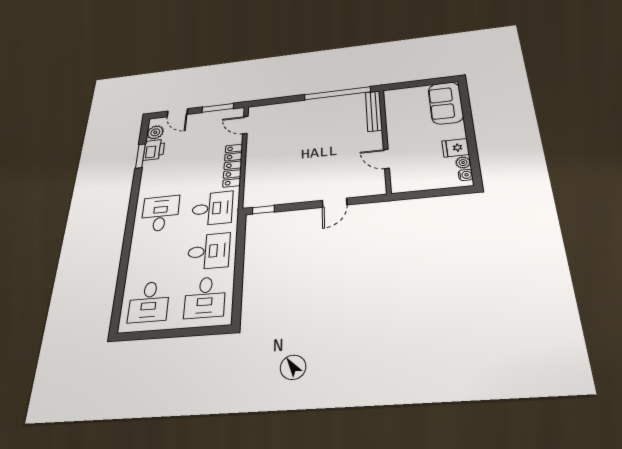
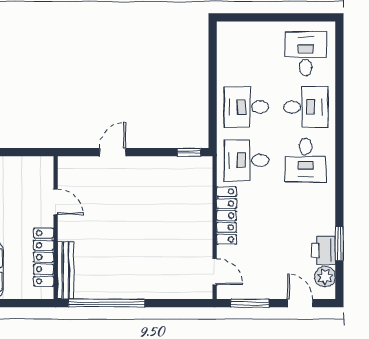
locker: (394, 118) -> (44, 257), added
desk: (205, 297) -> (306, 107), moved, turned 90

